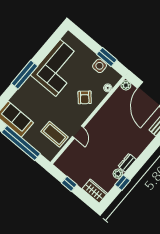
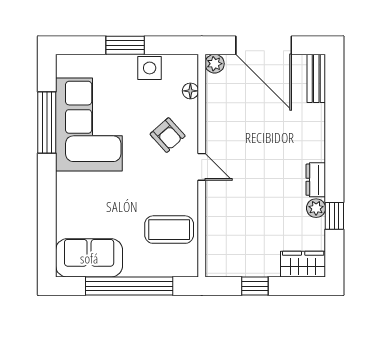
window: (107, 57) -> (125, 45), moved
window: (24, 75) -> (47, 123), moved
door: (78, 132) -> (202, 167), moved

